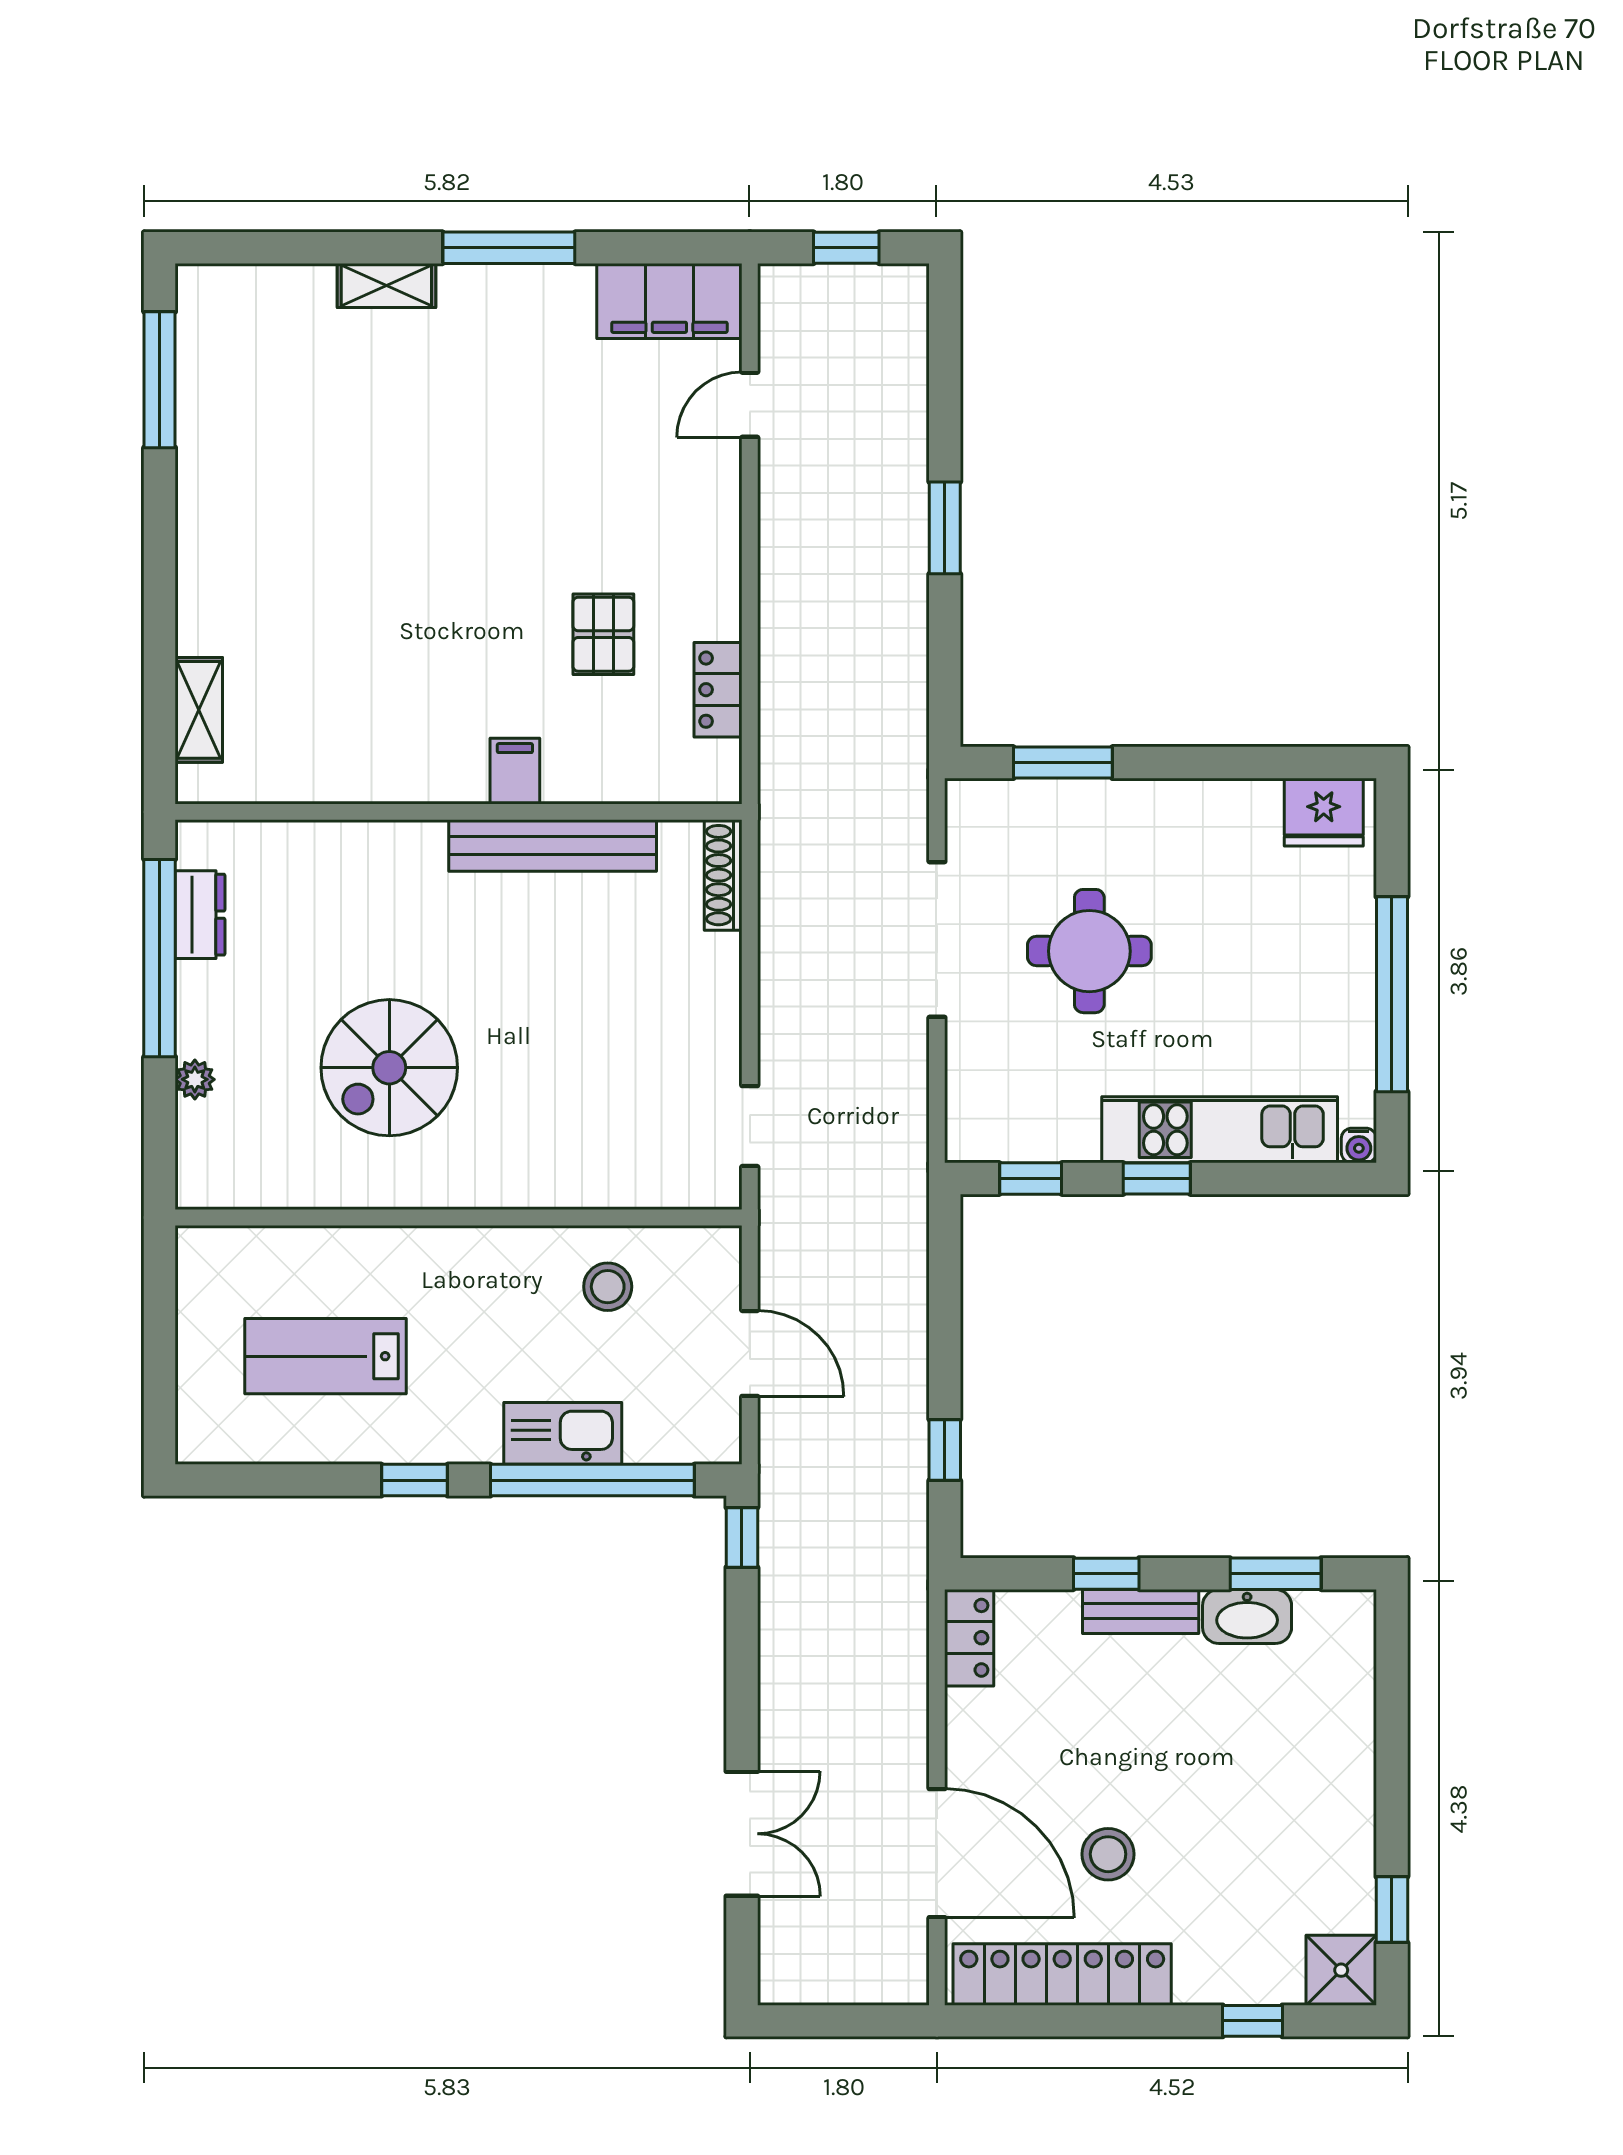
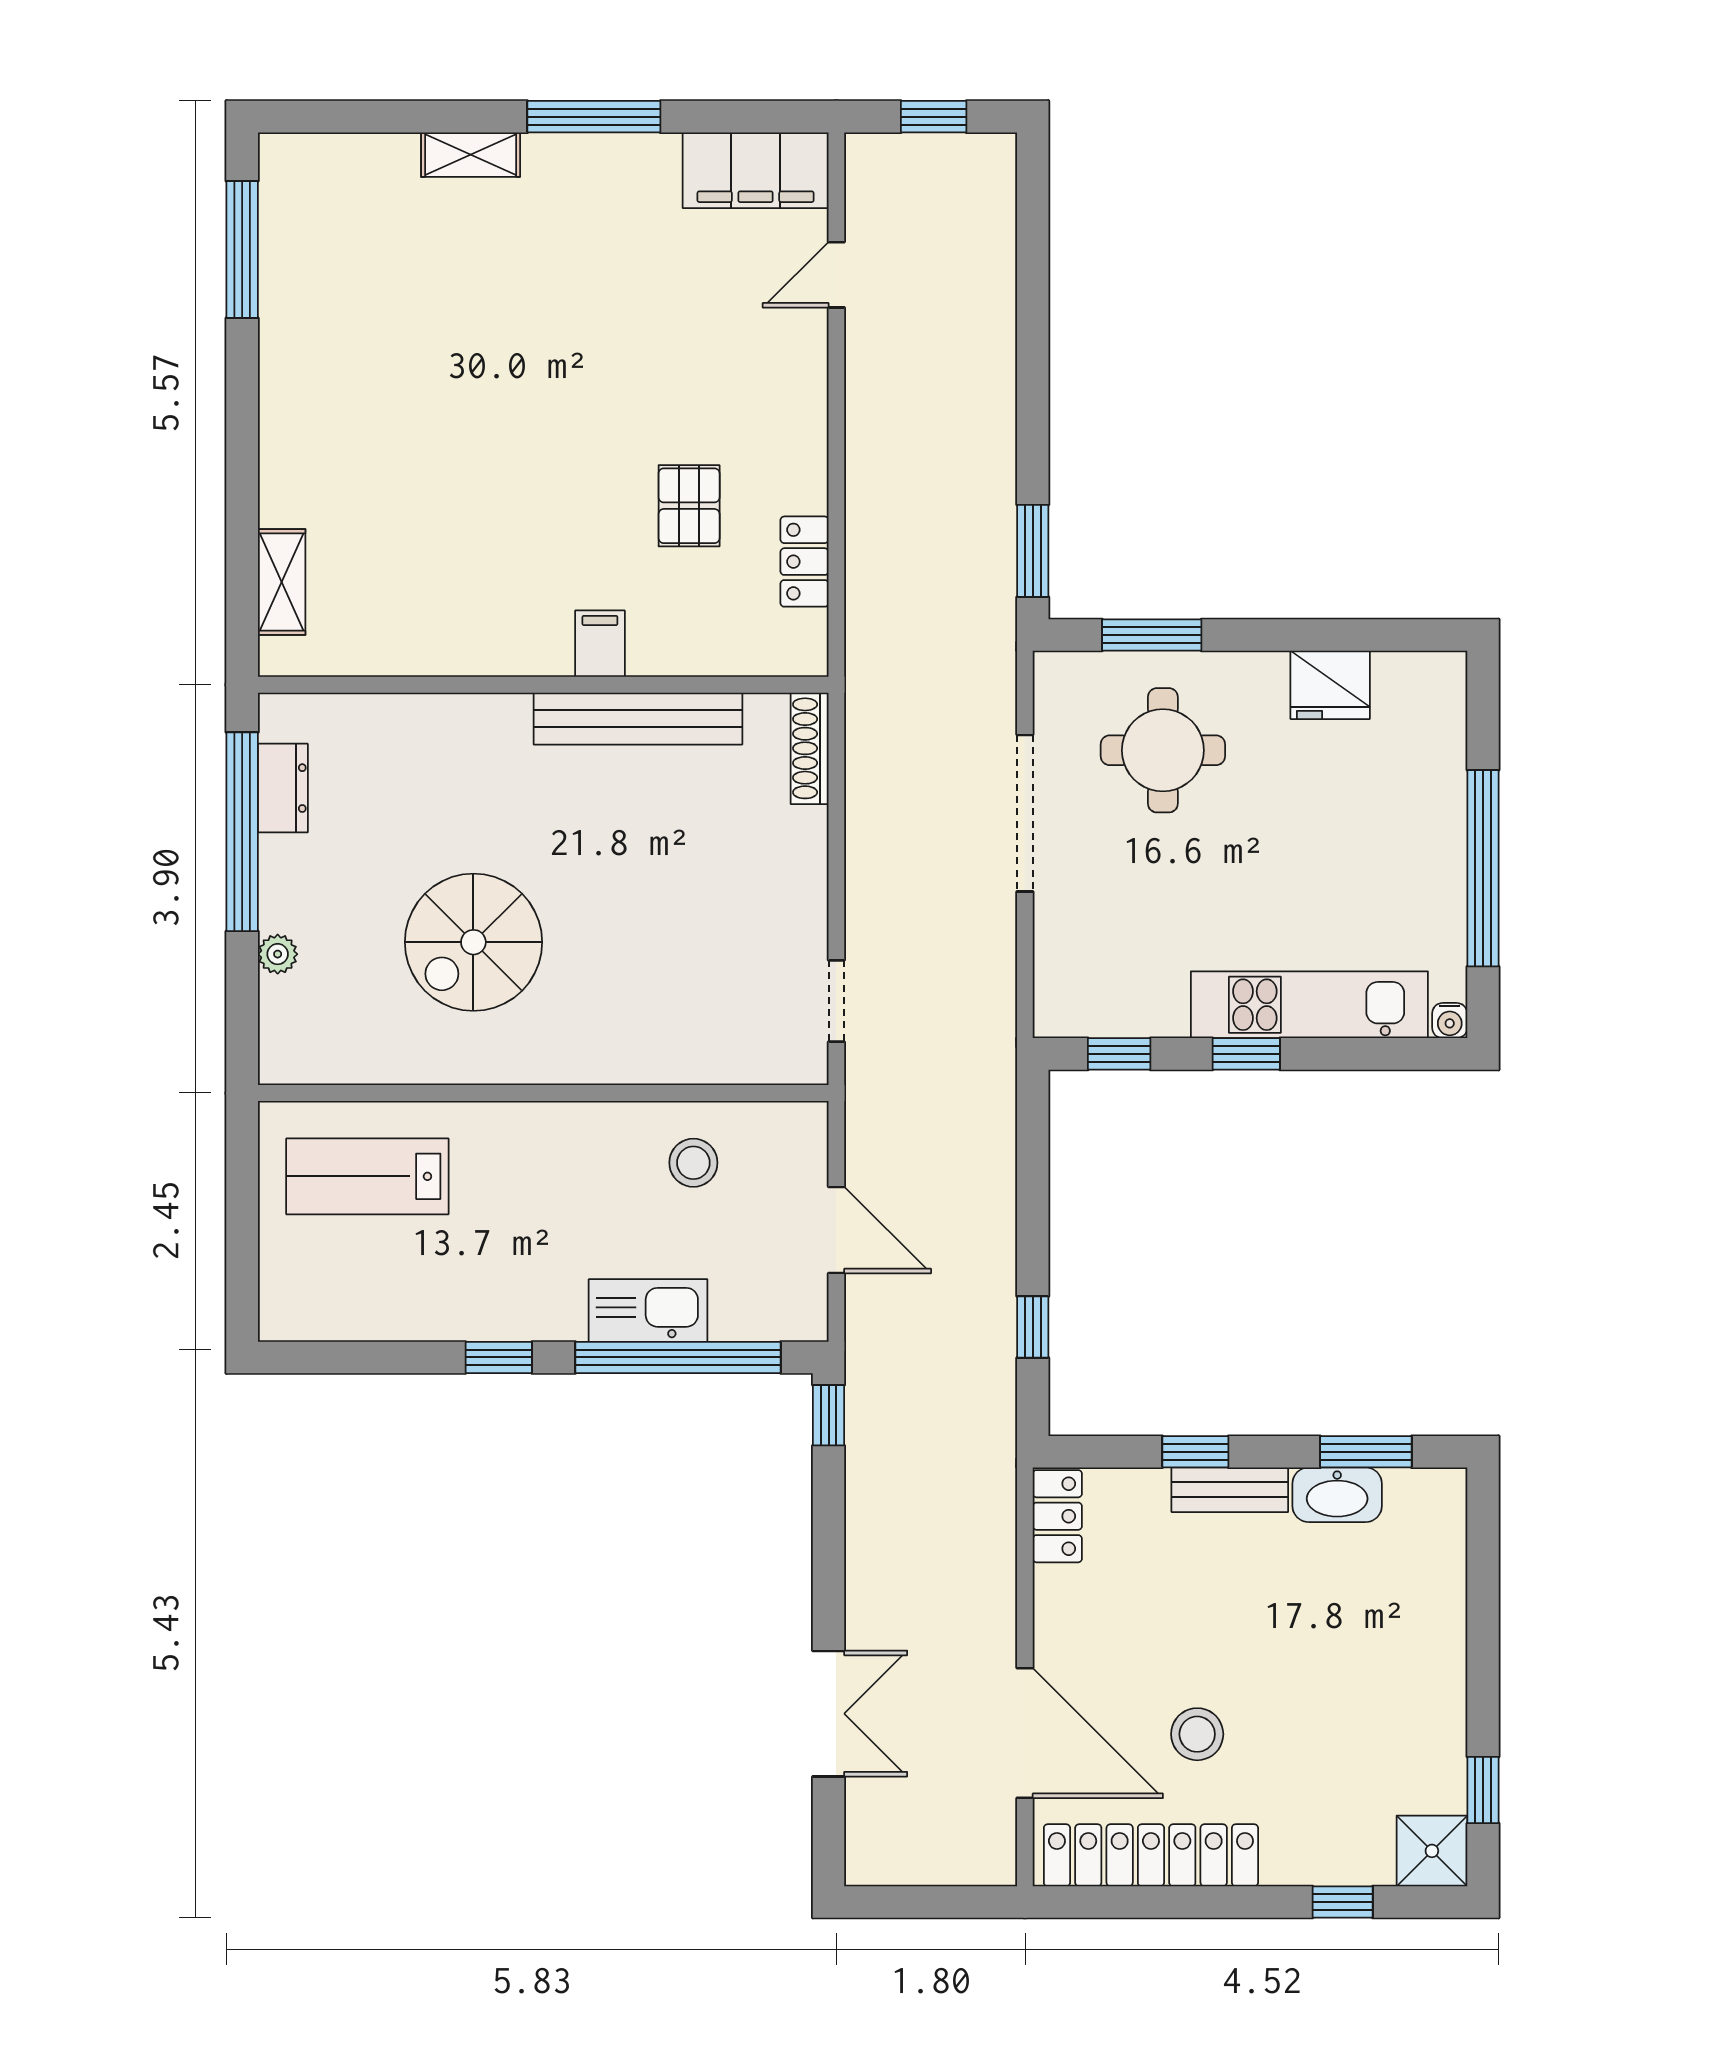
window: (945, 528) -> (1033, 551), moved
fridge: (1324, 812) -> (1330, 685), moved
round table: (1089, 951) -> (1163, 750), moved
lab bench: (325, 1356) -> (367, 1176), moved

